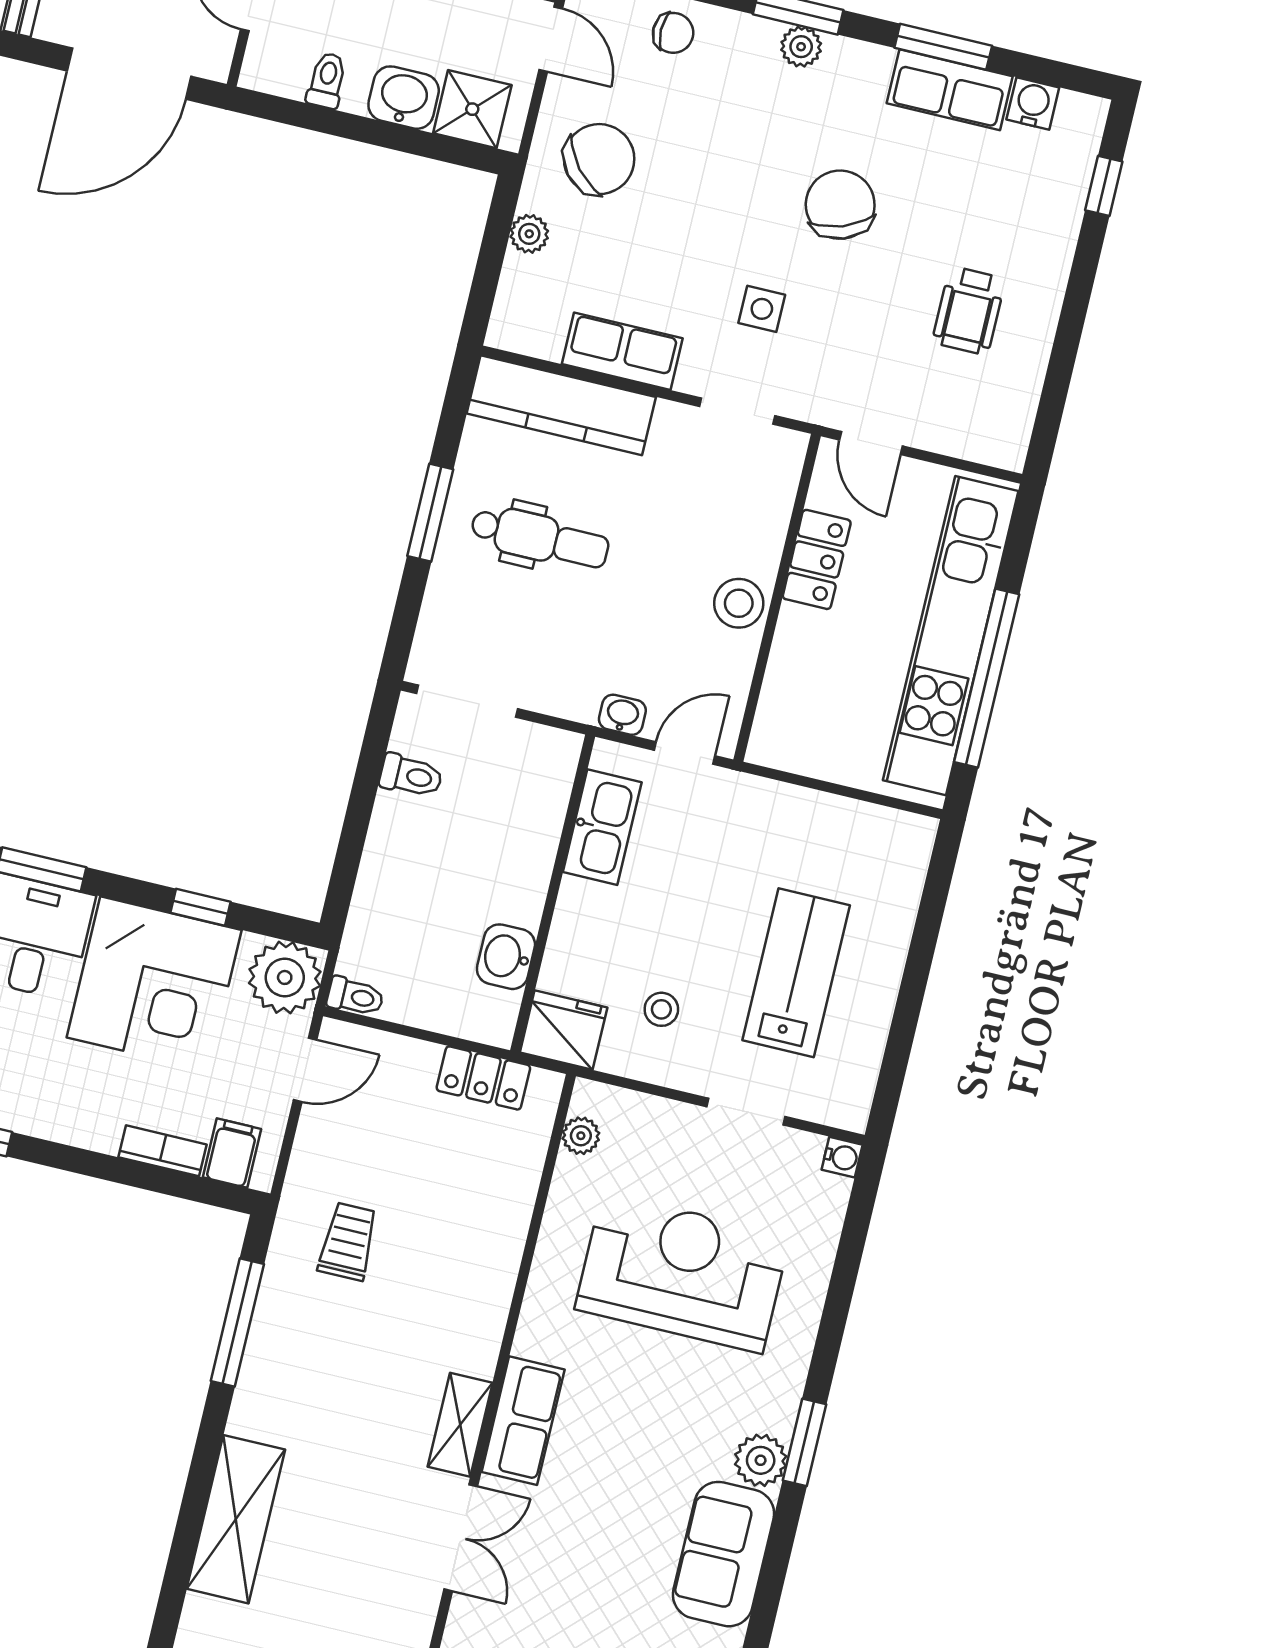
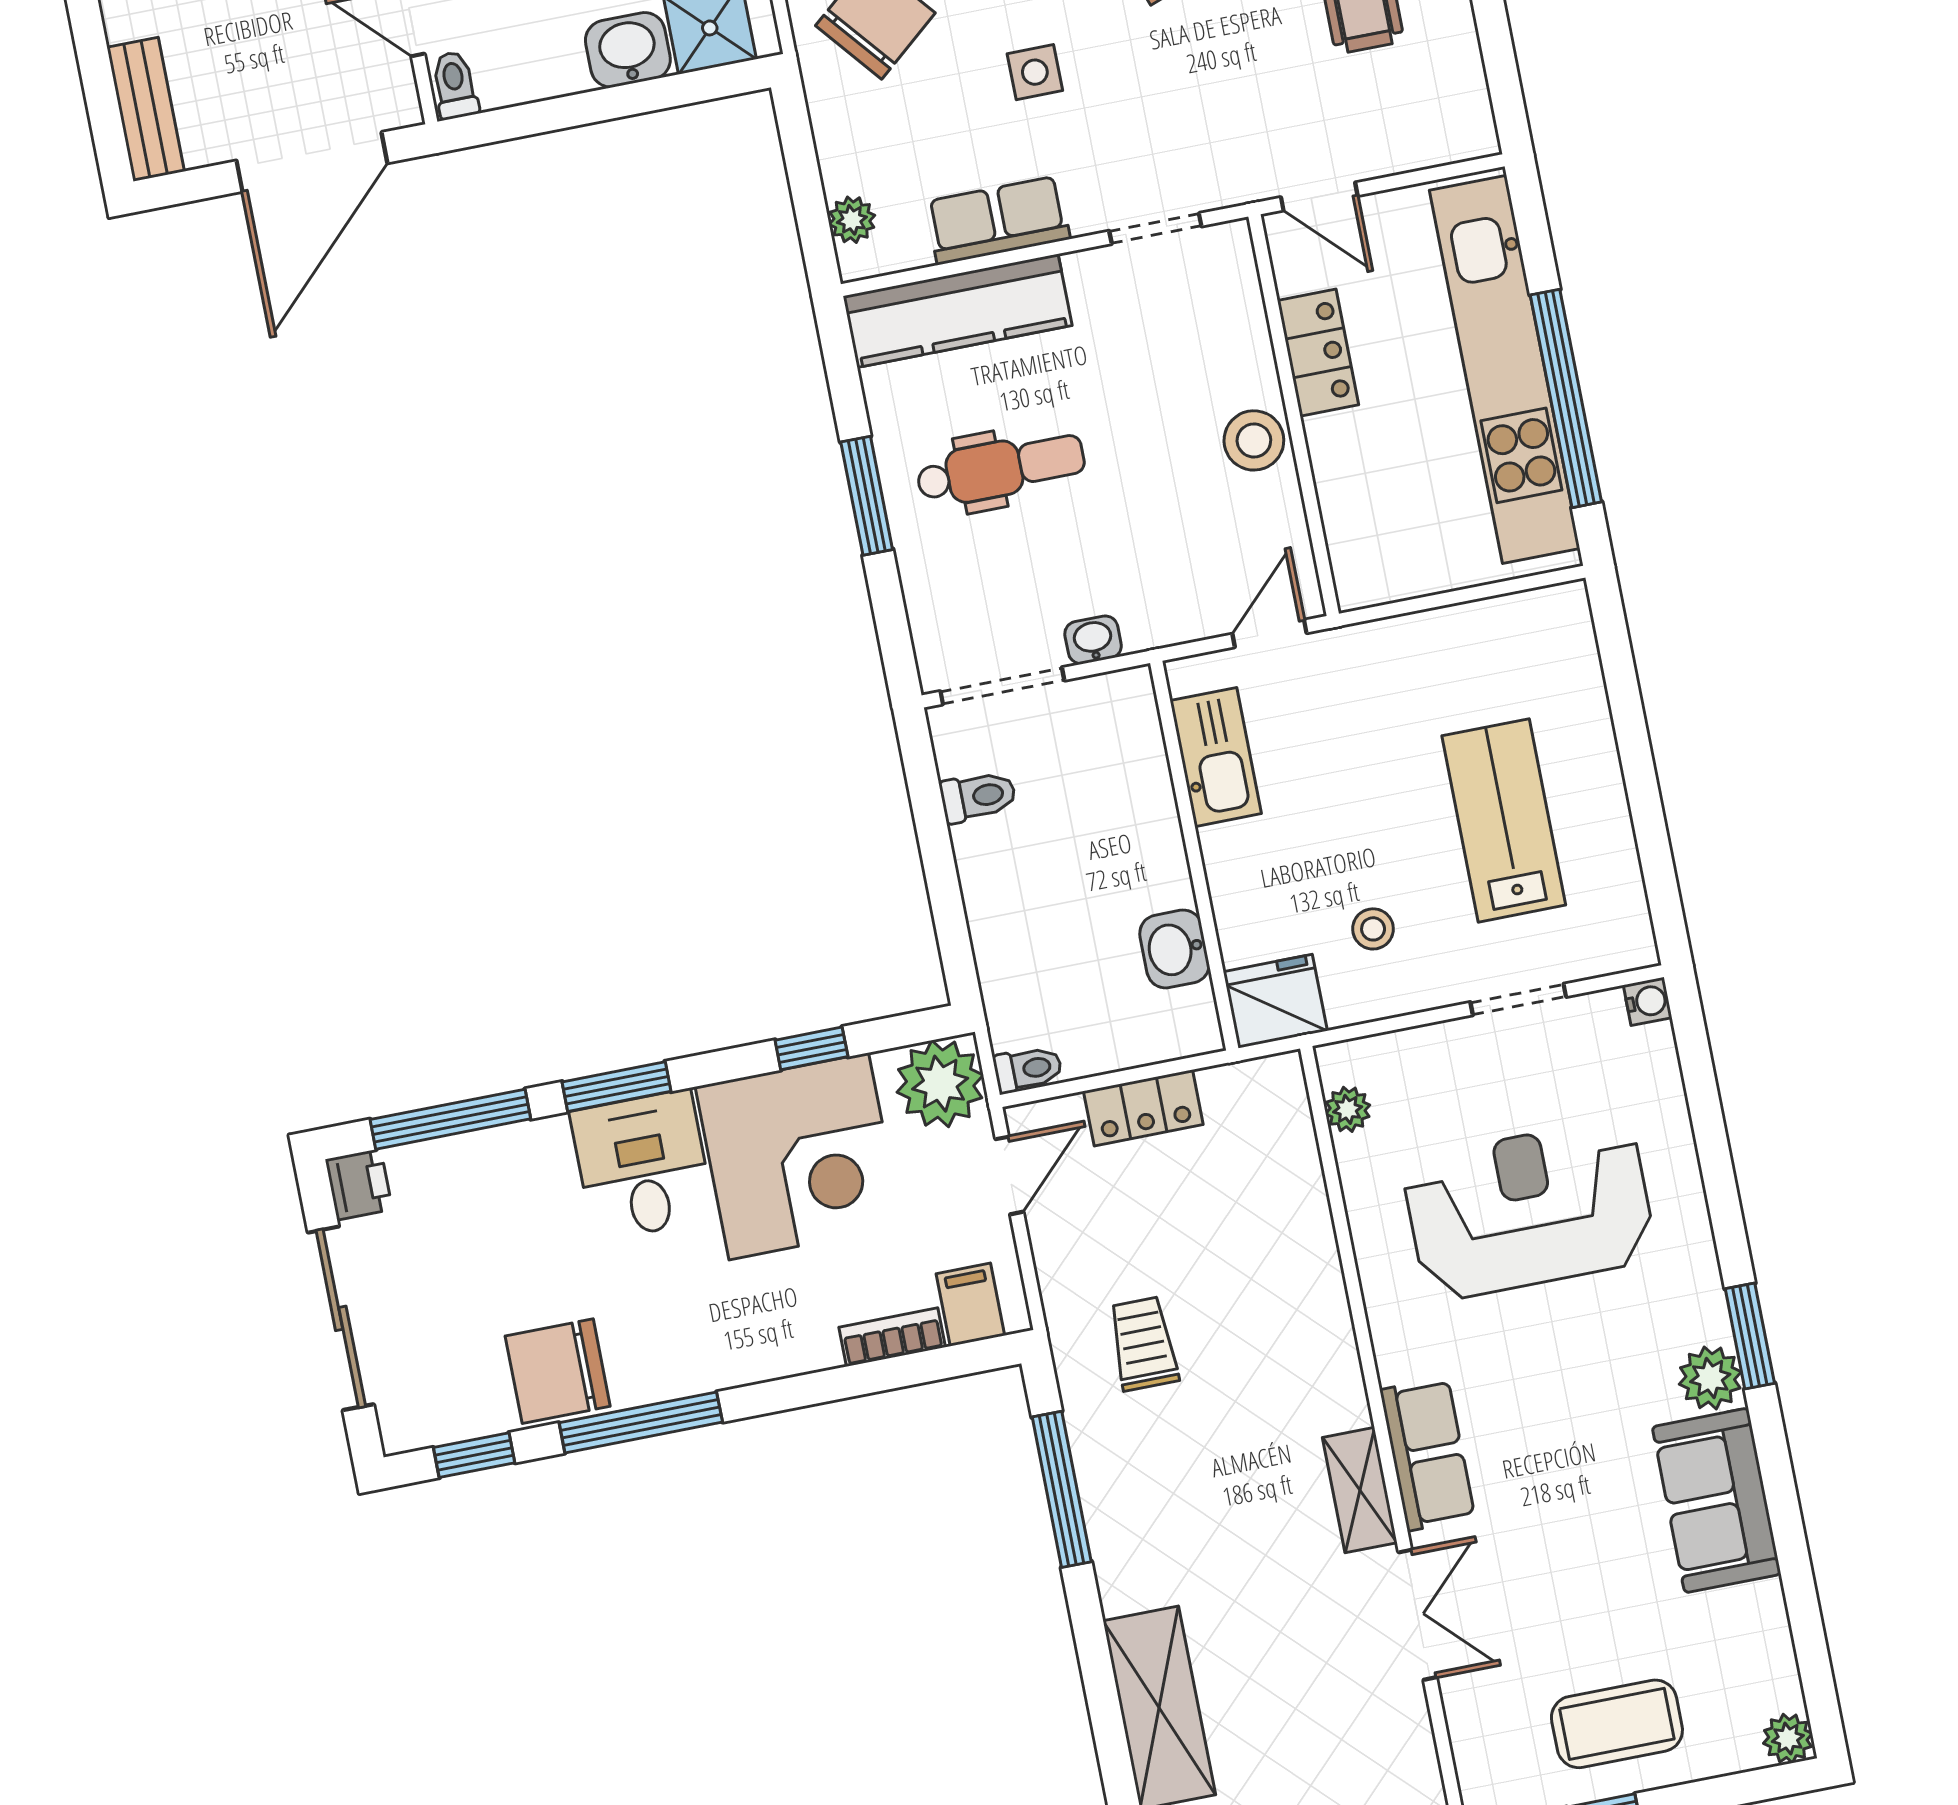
toilet: (327, 80) -> (455, 85), moved
plant: (529, 234) -> (852, 220), moved
side table: (762, 309) -> (1035, 72), moved
washbasin: (622, 715) -> (1093, 640), moved
locker: (483, 1078) -> (1143, 1108), moved

